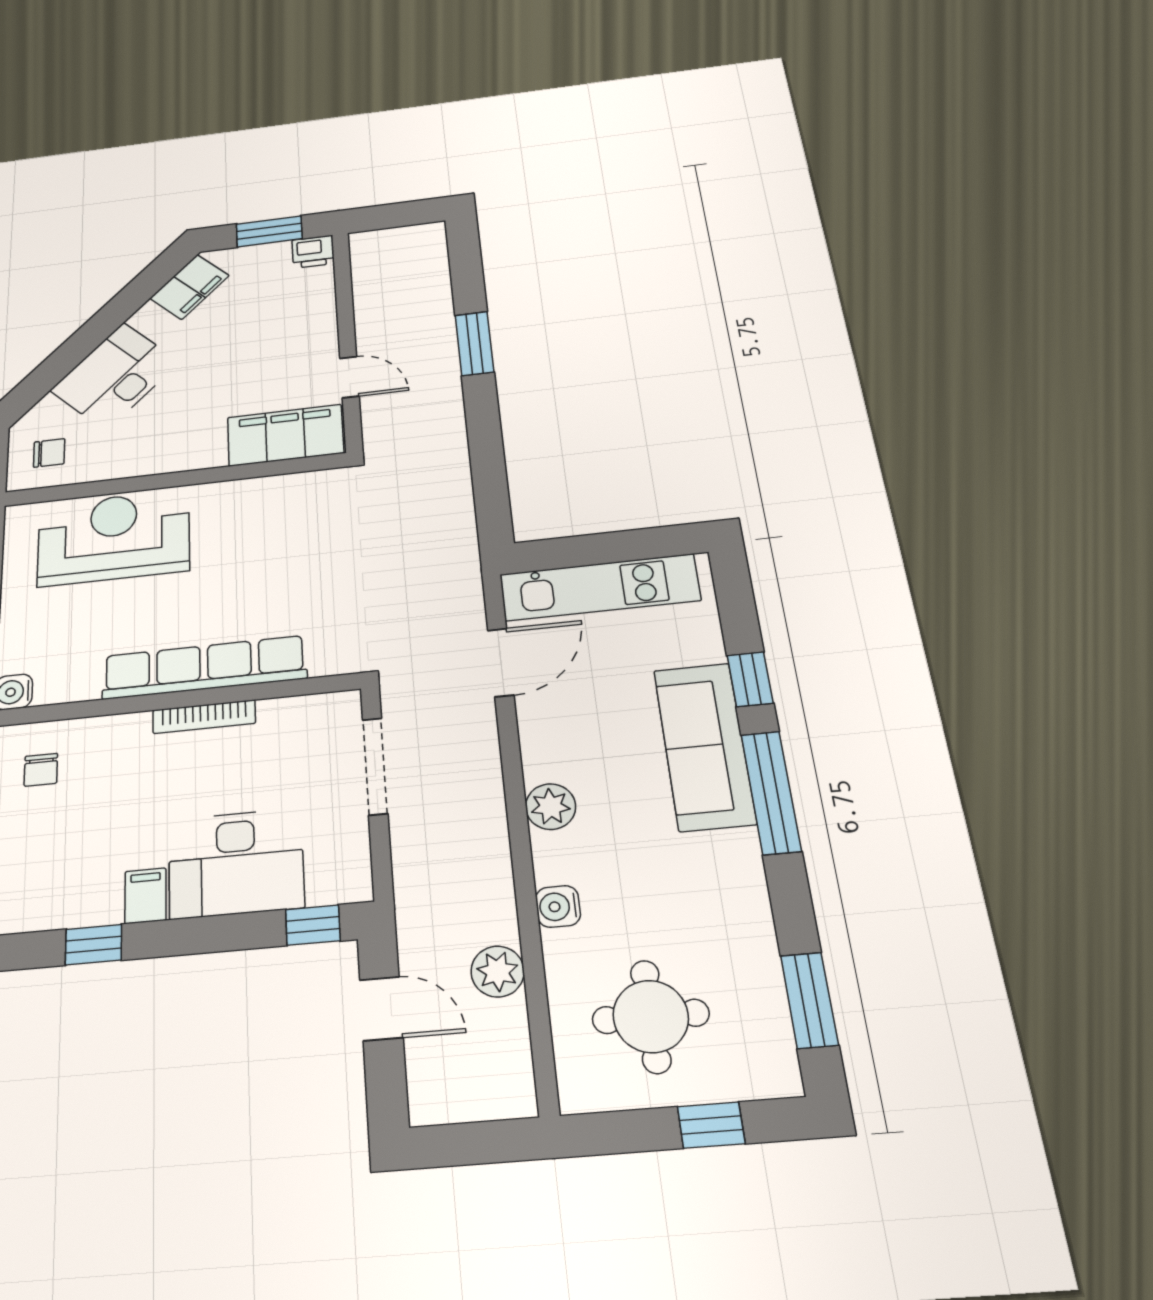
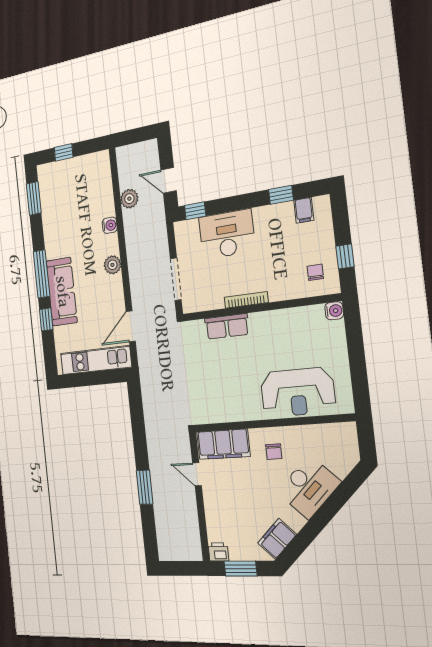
chair: (49, 453) -> (274, 452), moved, turned -90
row of seats: (204, 667) -> (227, 326), width x0.50
filing cabinet: (145, 896) -> (304, 210), moved
round table: (651, 1016) -> (81, 187), removed

